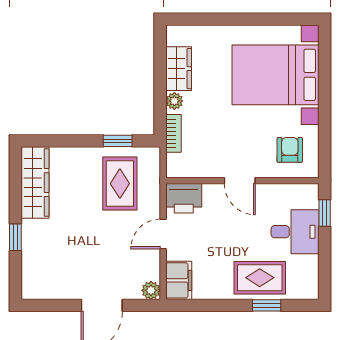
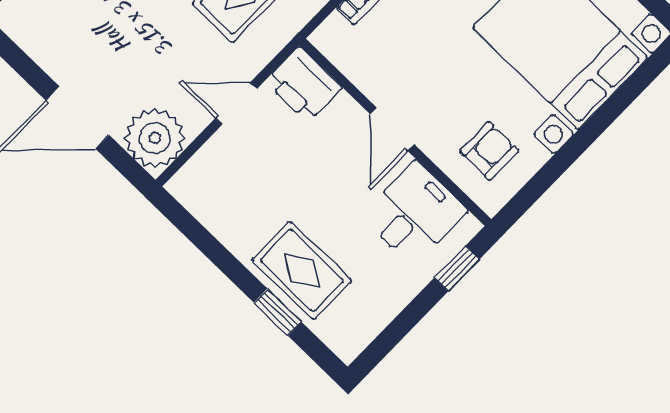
desk: (295, 232) -> (414, 213), moved, turned -90
filing cabinet: (179, 280) -> (201, 178), removed
plant: (151, 290) -> (155, 138), width x1.87, depth x1.87

